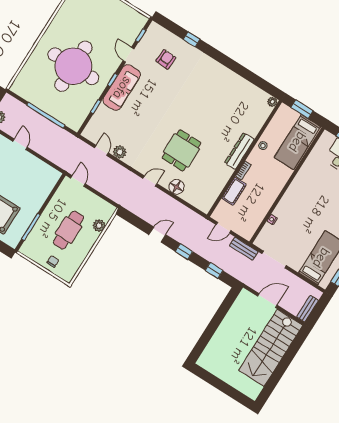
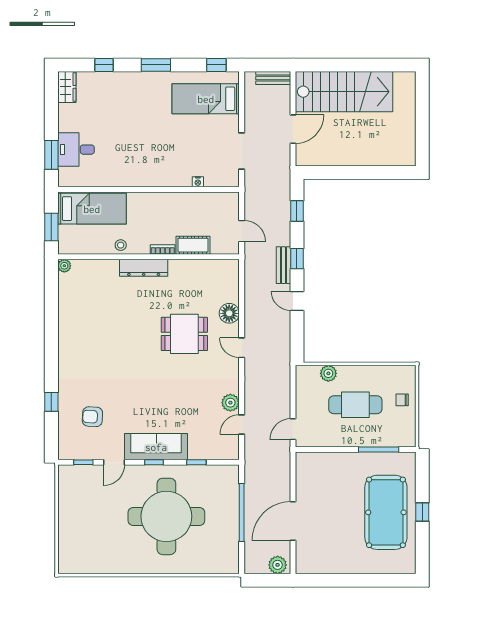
door: (20, 144) -> (293, 521), width x1.87
bench: (244, 249) -> (283, 265), moved
door: (267, 301) -> (293, 129), swing flipped

